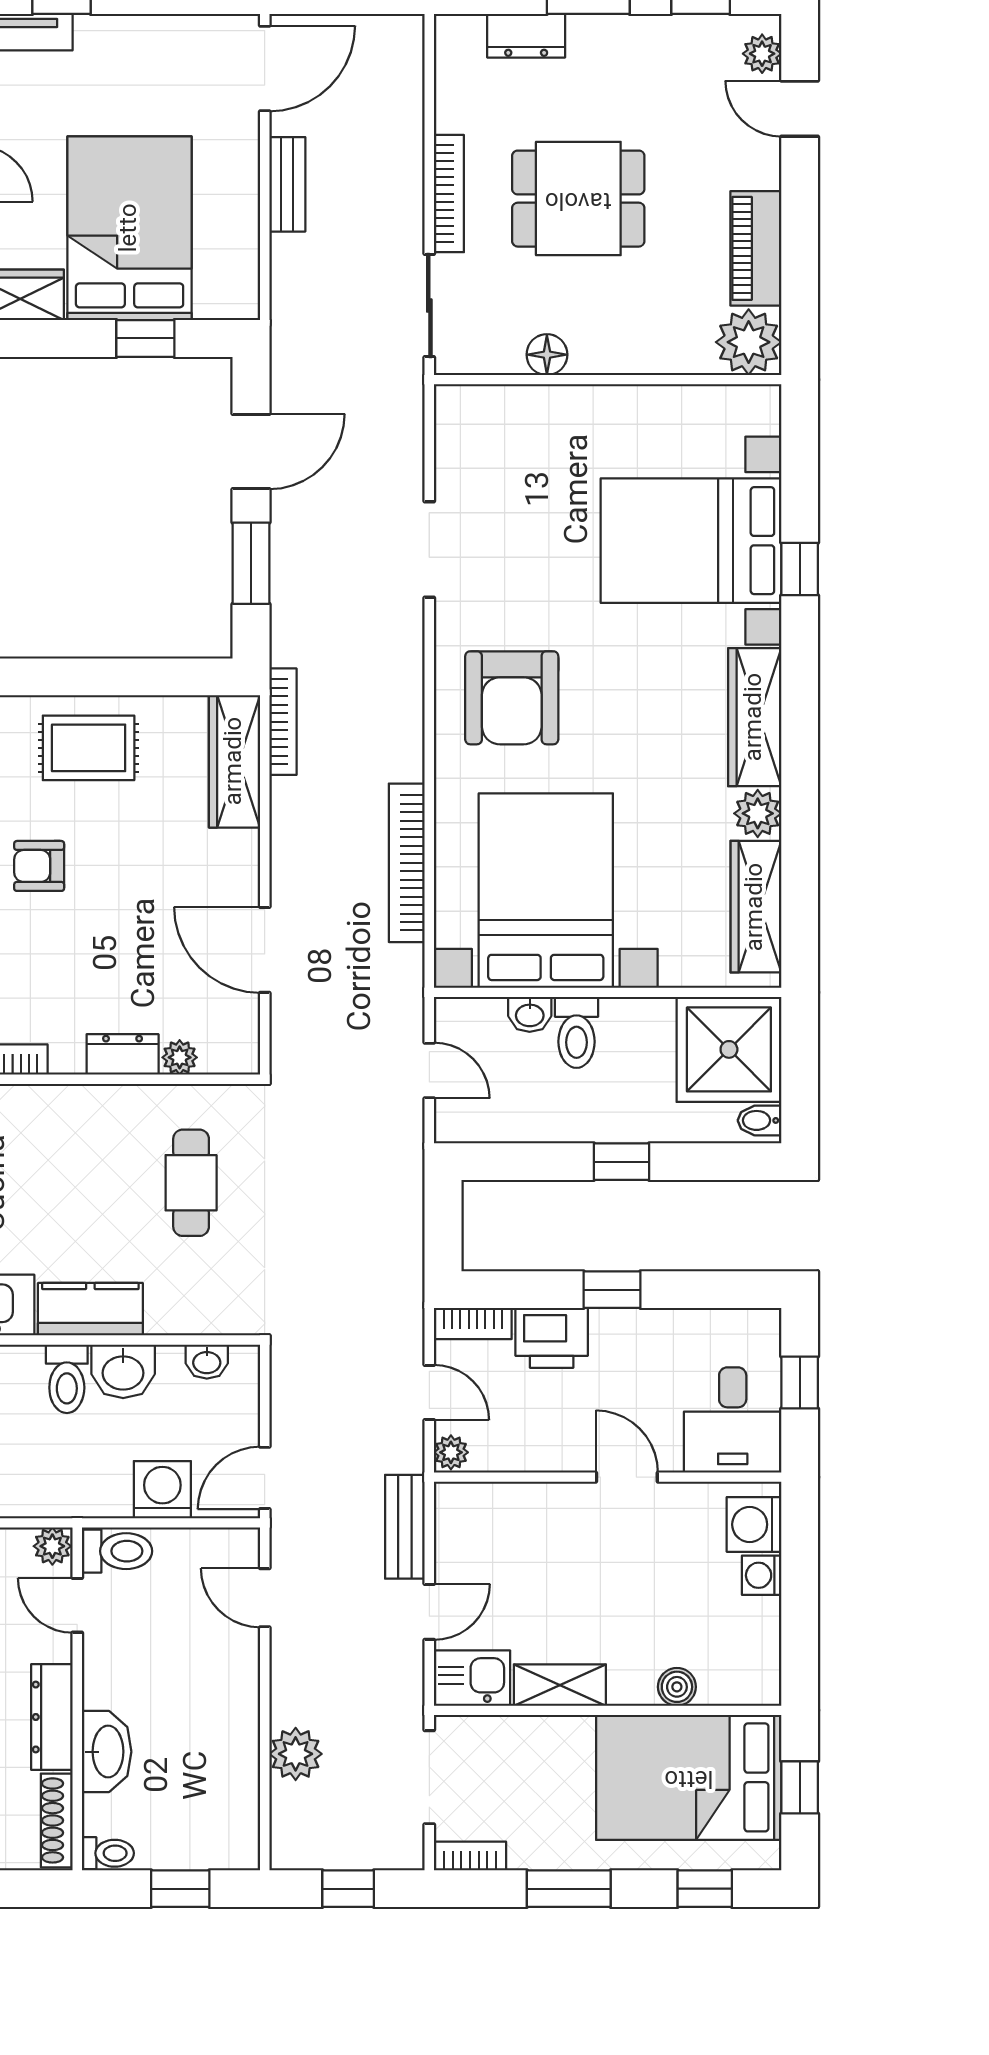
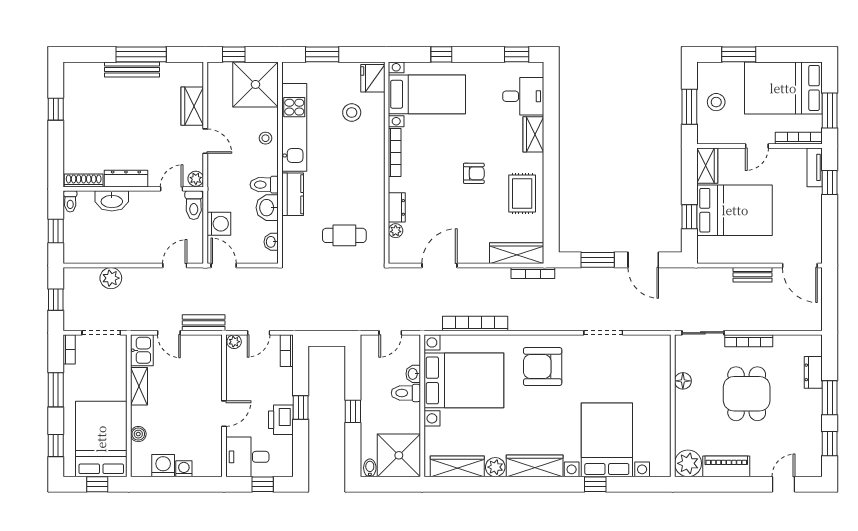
plant: (762, 54) -> (806, 469), removed
armchair: (39, 866) -> (474, 173), turned 90
printer: (552, 1338) -> (281, 420), moved
washing machine: (754, 1524) -> (163, 466), moved

